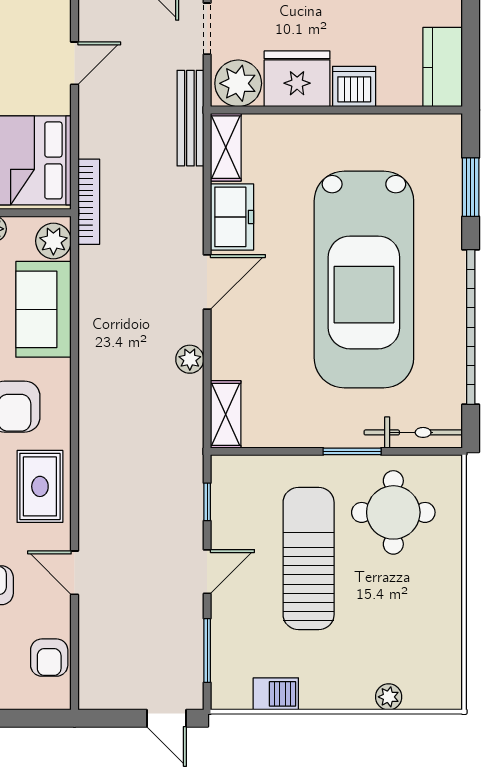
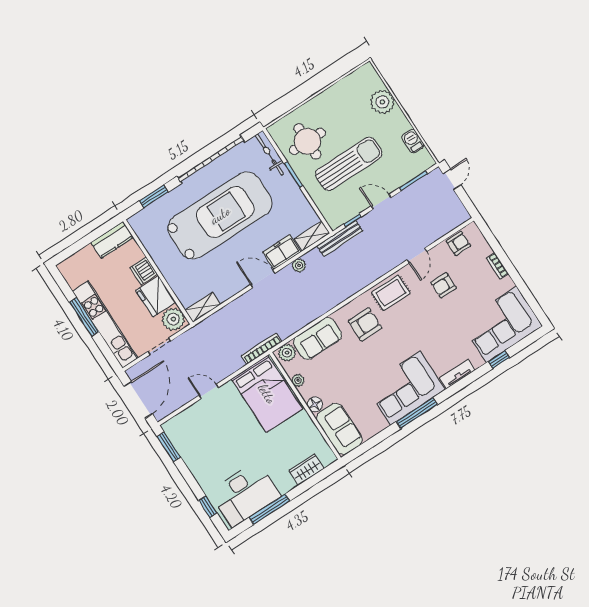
bench: (190, 118) -> (340, 238), moved
freezer: (232, 217) -> (282, 252), moved
sun lounger: (309, 558) -> (349, 164), turned 180
plant: (389, 697) -> (382, 102), width x1.87, depth x1.87

